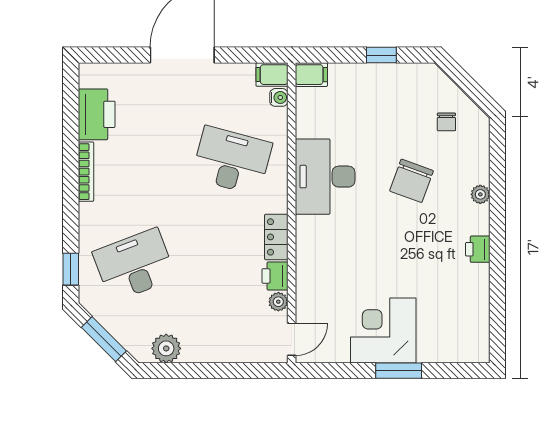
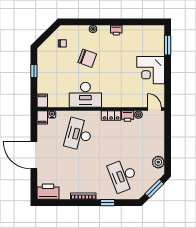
printer: (97, 114) -> (48, 192), moved
window: (71, 269) -> (108, 203), moved
window: (399, 371) -> (168, 45), moved

